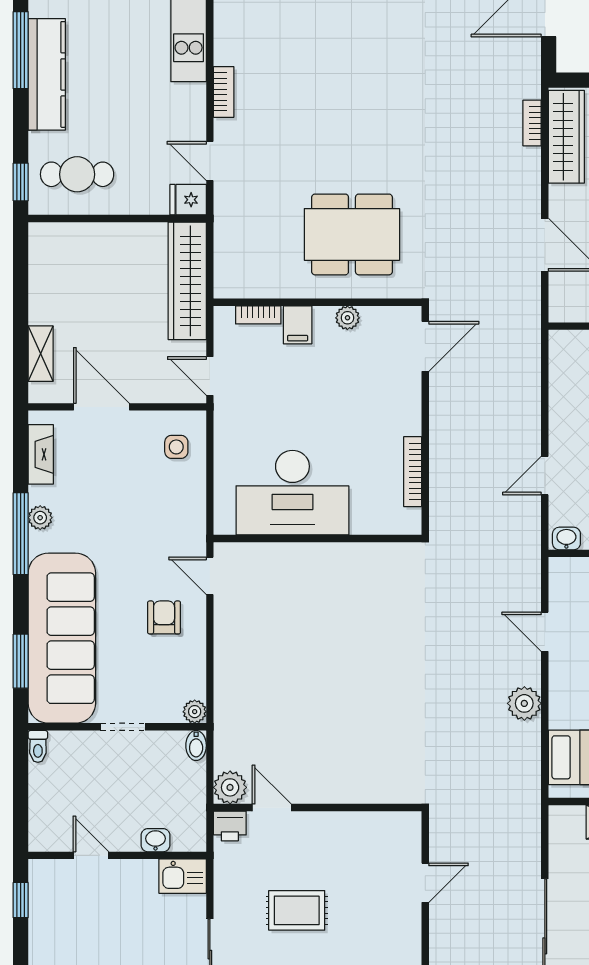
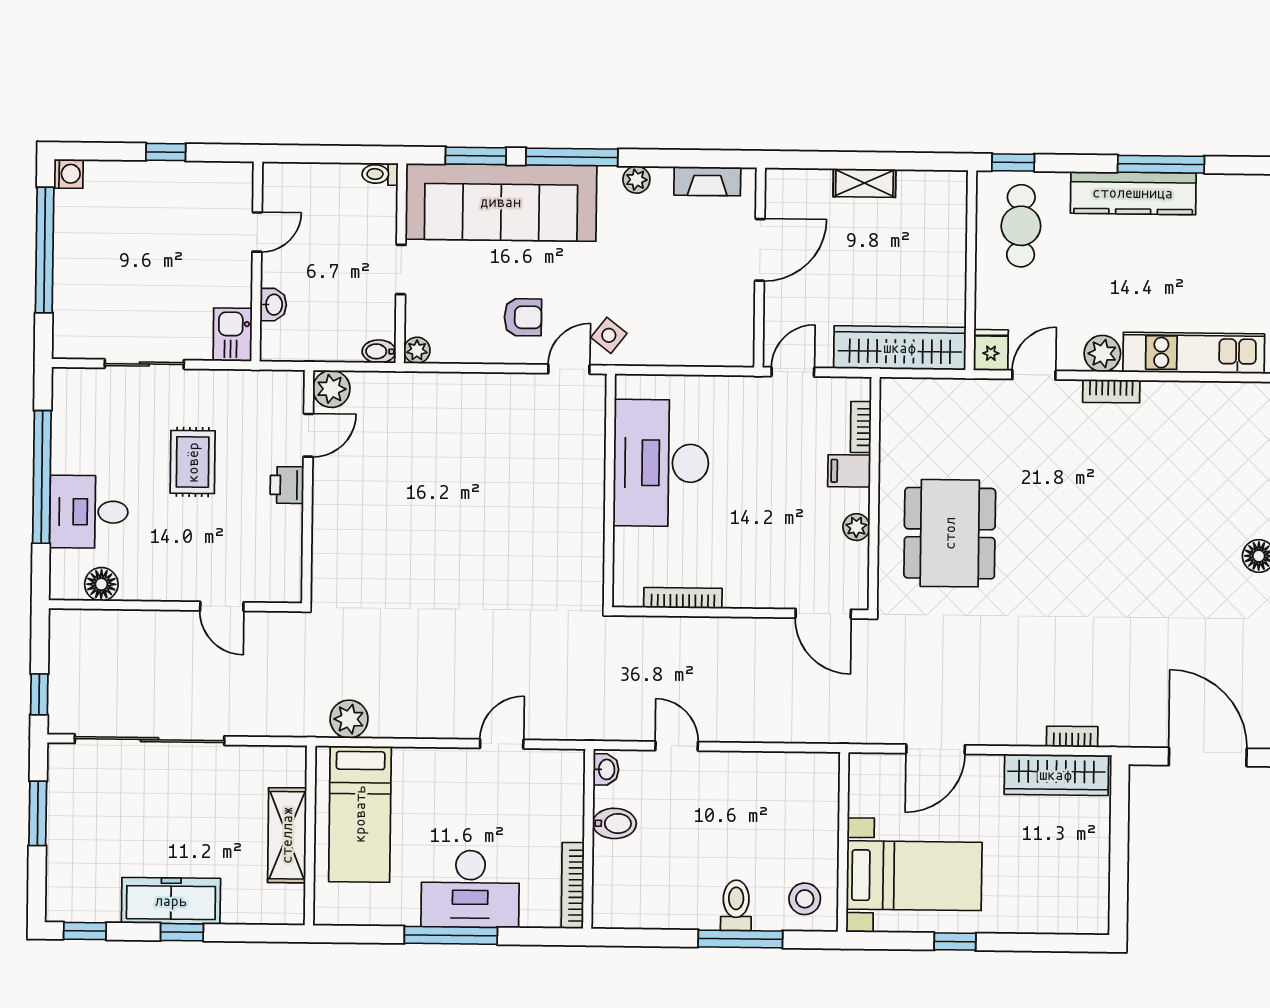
plant: (190, 100) -> (1102, 354), added
shelving: (41, 354) -> (864, 183), moved
side table: (176, 447) -> (609, 335), moved, turned 38
window: (21, 534) -> (572, 157), moved
plant: (524, 703) -> (349, 719), moved
printer: (230, 826) -> (287, 485), moved
window: (21, 900) -> (166, 152), moved

